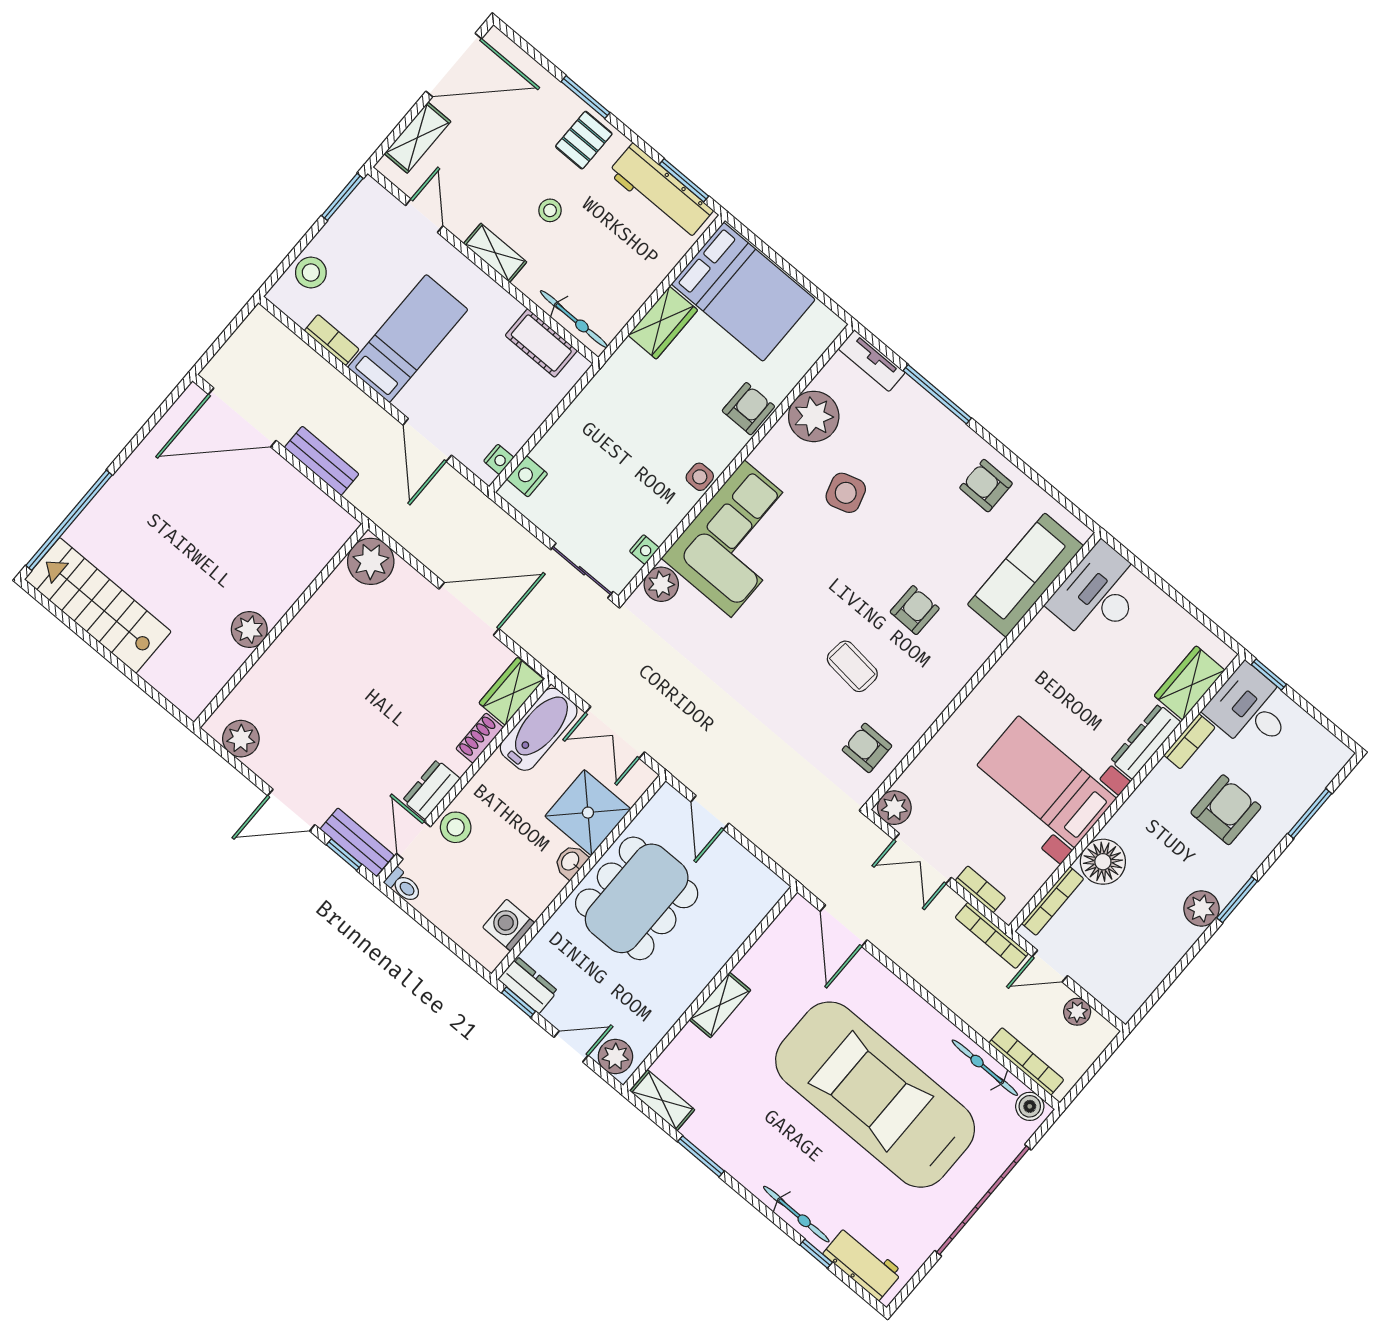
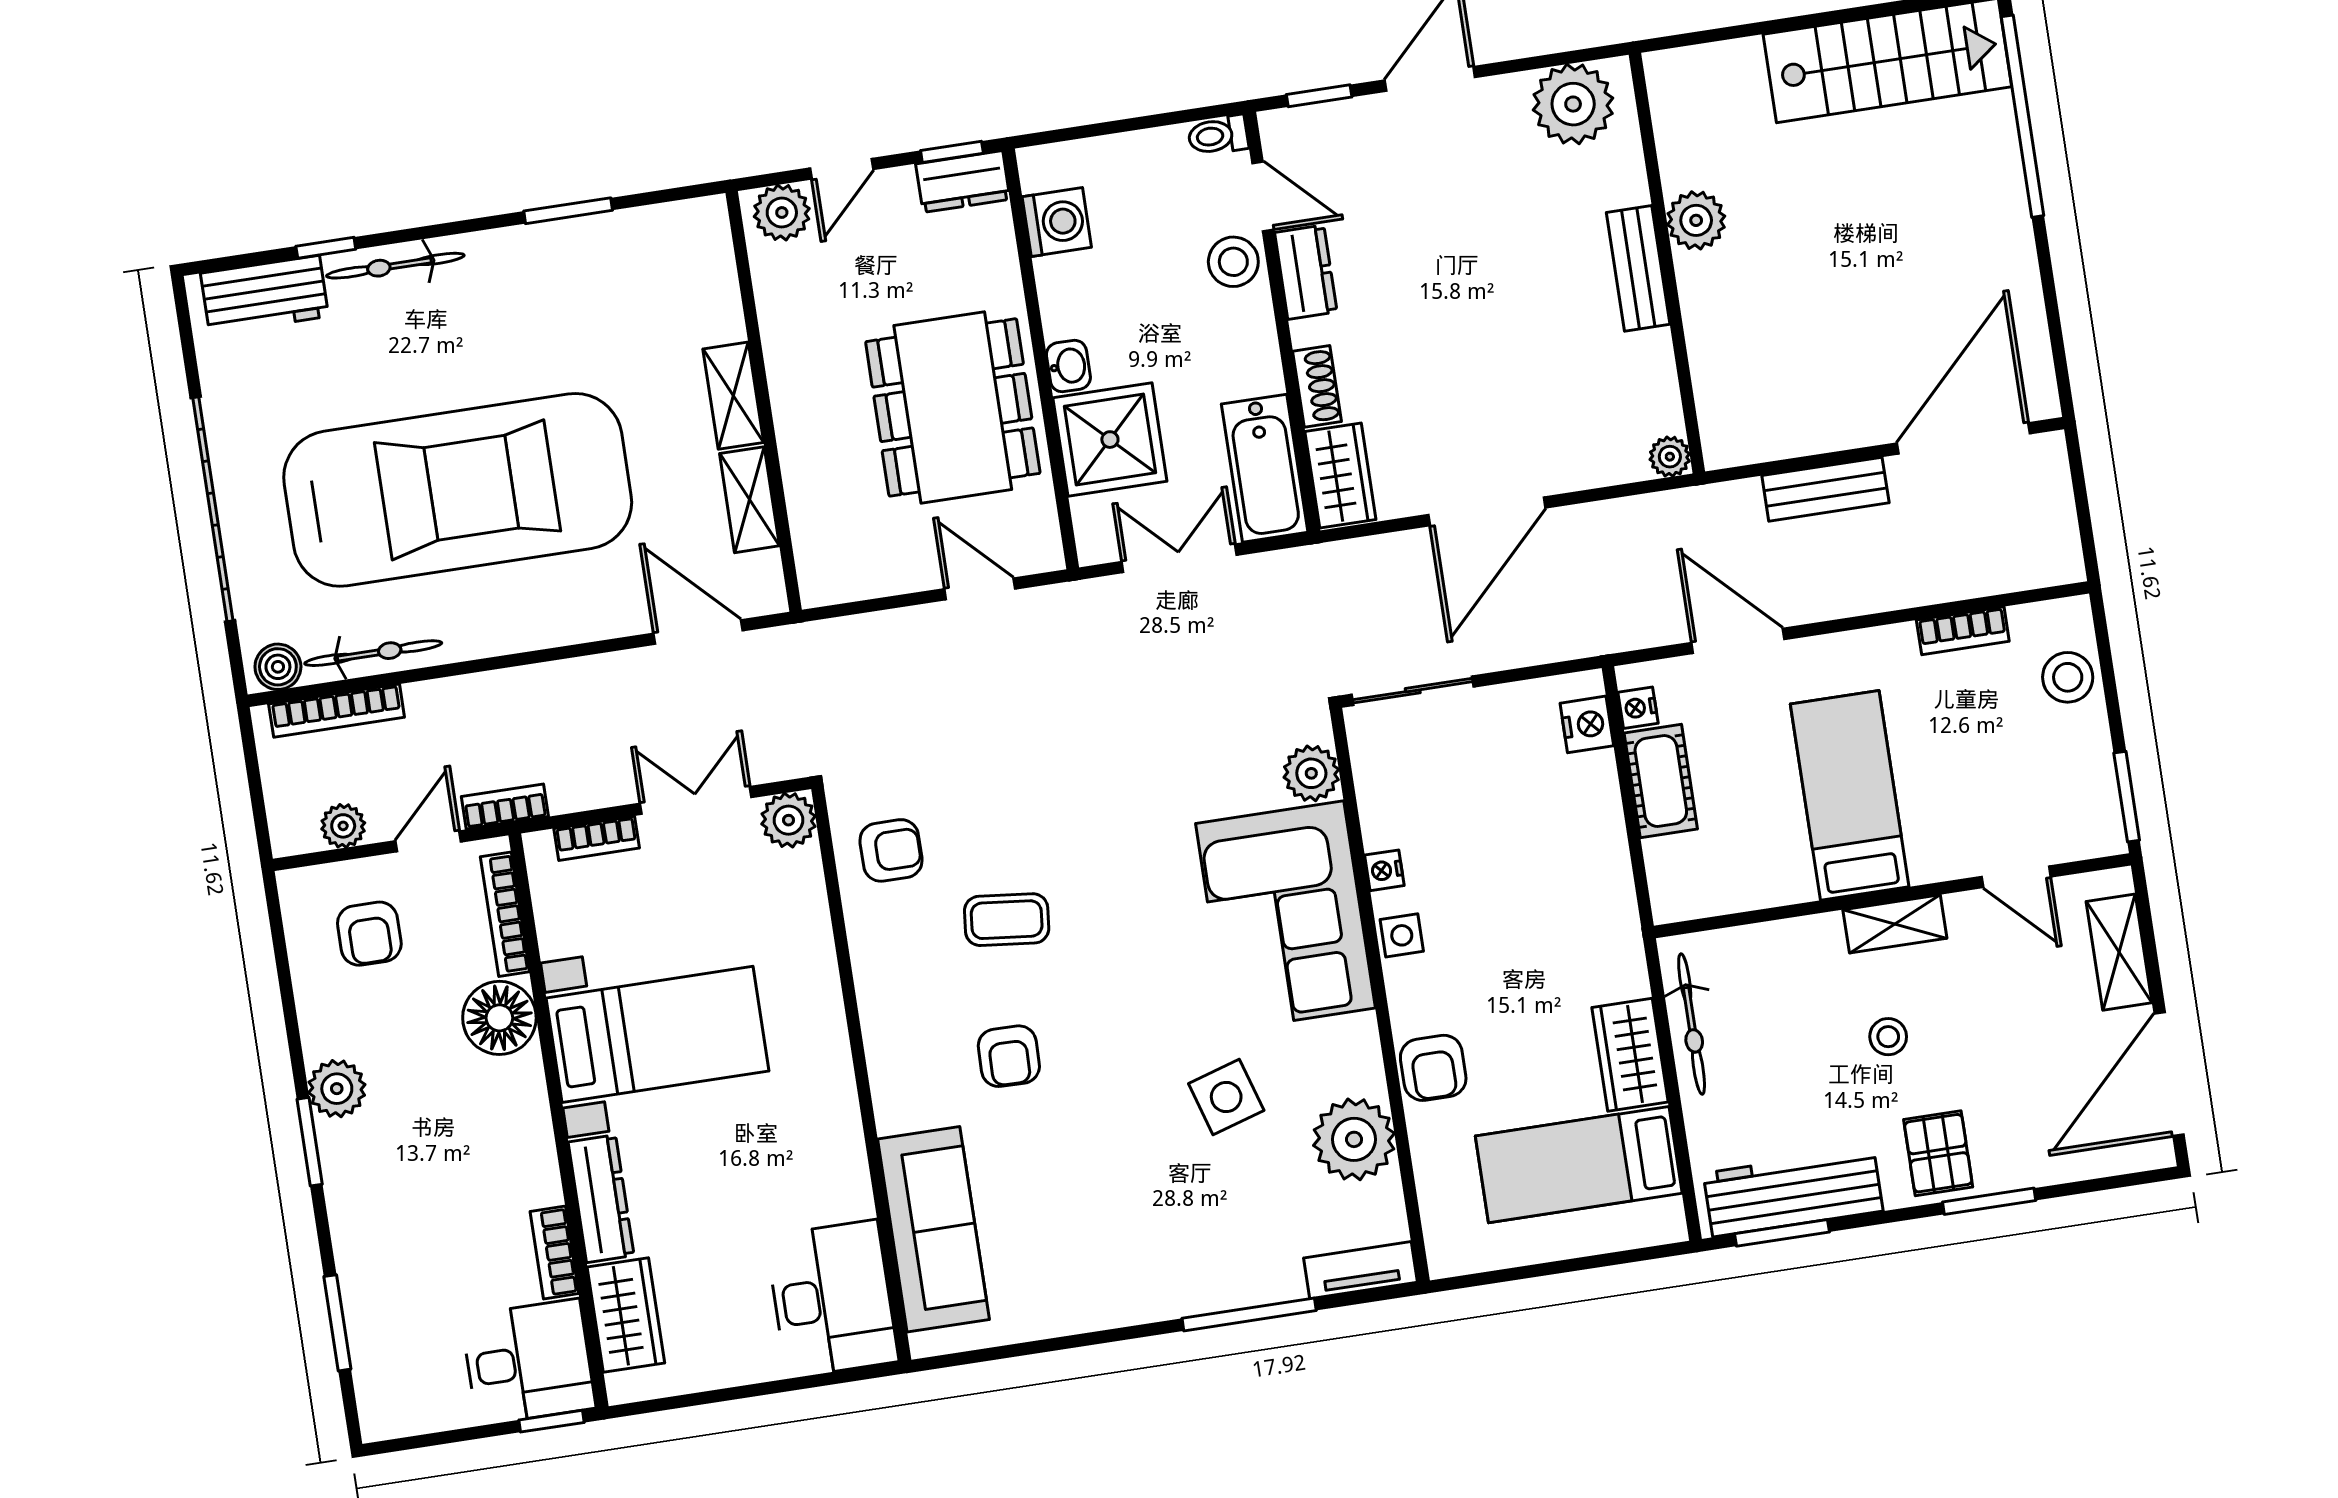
bed: (743, 292) -> (1579, 1165), width x0.67
bicycle: (574, 319) -> (1692, 1024), moved, turned -90
bed: (408, 339) -> (1850, 795), moved, turned 180
cot: (541, 343) -> (1661, 781), moved, turned 90
armchair: (986, 486) -> (1085, 1277), removed
nightstand: (644, 550) -> (1384, 870), moved
plant: (371, 561) -> (1670, 457), width x0.53, depth x0.53
plant: (241, 739) -> (1573, 104), width x1.36, depth x1.36
armchair: (1226, 810) -> (369, 934), moved, width x0.72, depth x0.72
bench: (357, 842) -> (1638, 268), moved, turned 90
bookcase: (992, 935) -> (505, 807), width x0.64
shelving: (662, 1100) -> (749, 500), moved, turned 90

